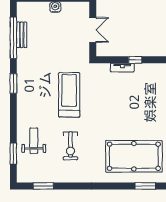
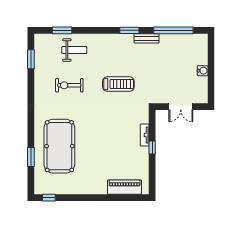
bench: (22, 35) -> (147, 38), moved
treadmill: (69, 95) -> (118, 84), width x0.73, depth x0.73

